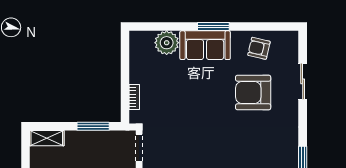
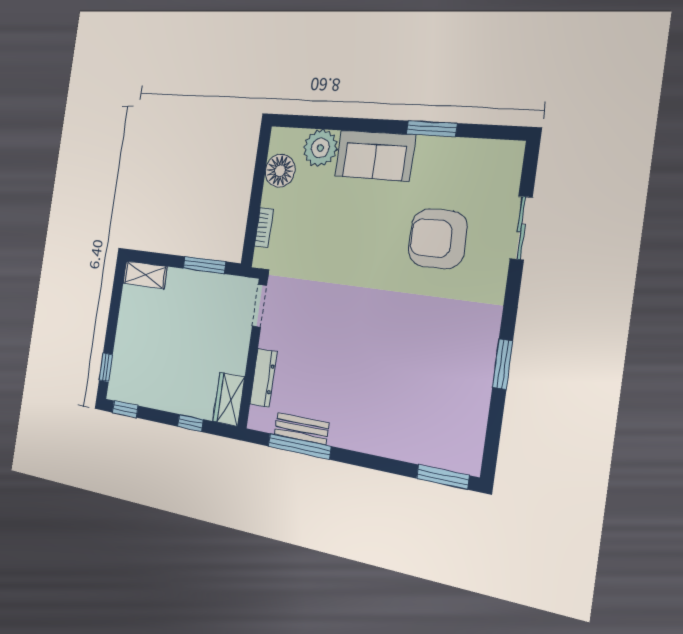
window: (213, 27) -> (432, 129), moved
armchair: (259, 48) -> (457, 166), removed
floor lamp: (140, 59) -> (280, 171), added

